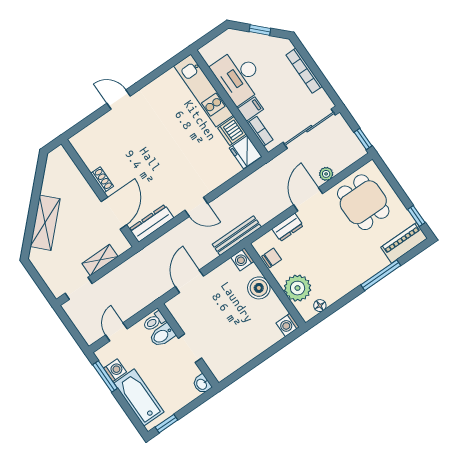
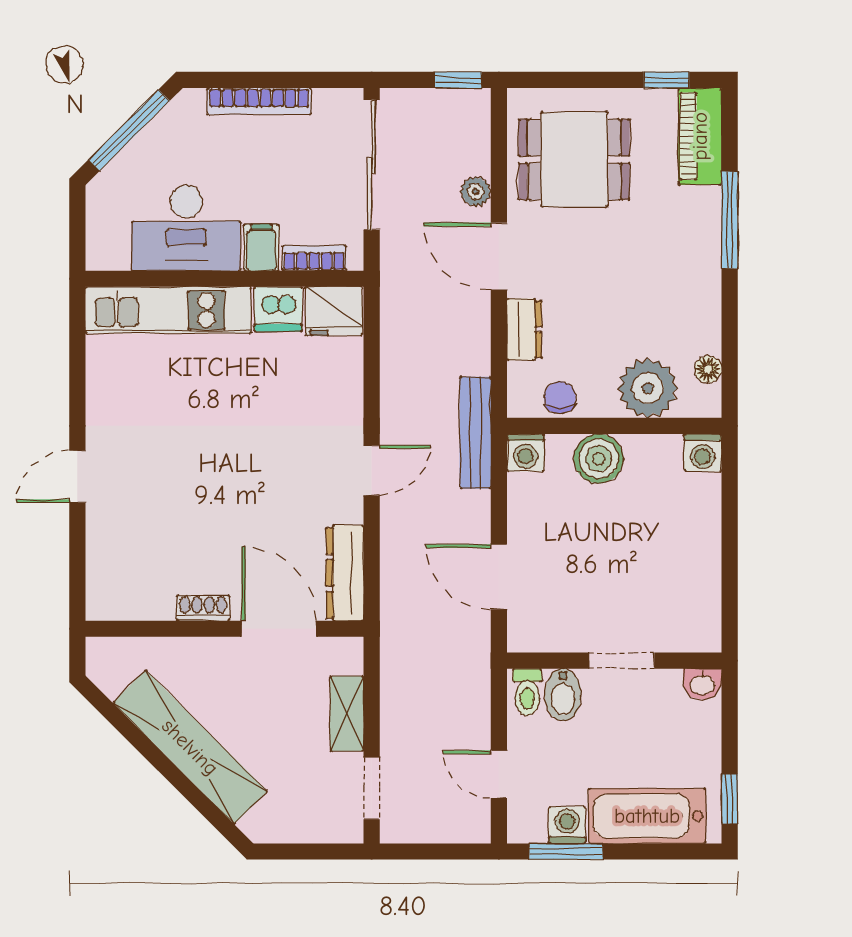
window: (260, 30) -> (129, 130), width x2.17
shelving: (45, 223) -> (190, 747), width x1.47

